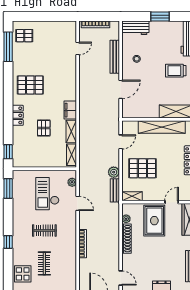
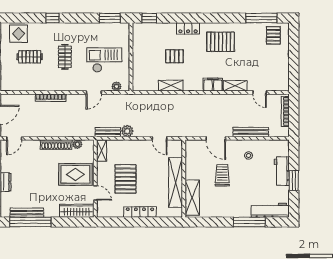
workbench: (135, 28) -> (282, 171), moved
trolley: (176, 71) -> (222, 175), moved
pallet: (30, 85) -> (221, 42), turned 90
filing cabinet: (70, 110) -> (213, 85), moved
shelving: (71, 155) -> (235, 86), moved
pallet: (142, 168) -> (125, 179), moved

